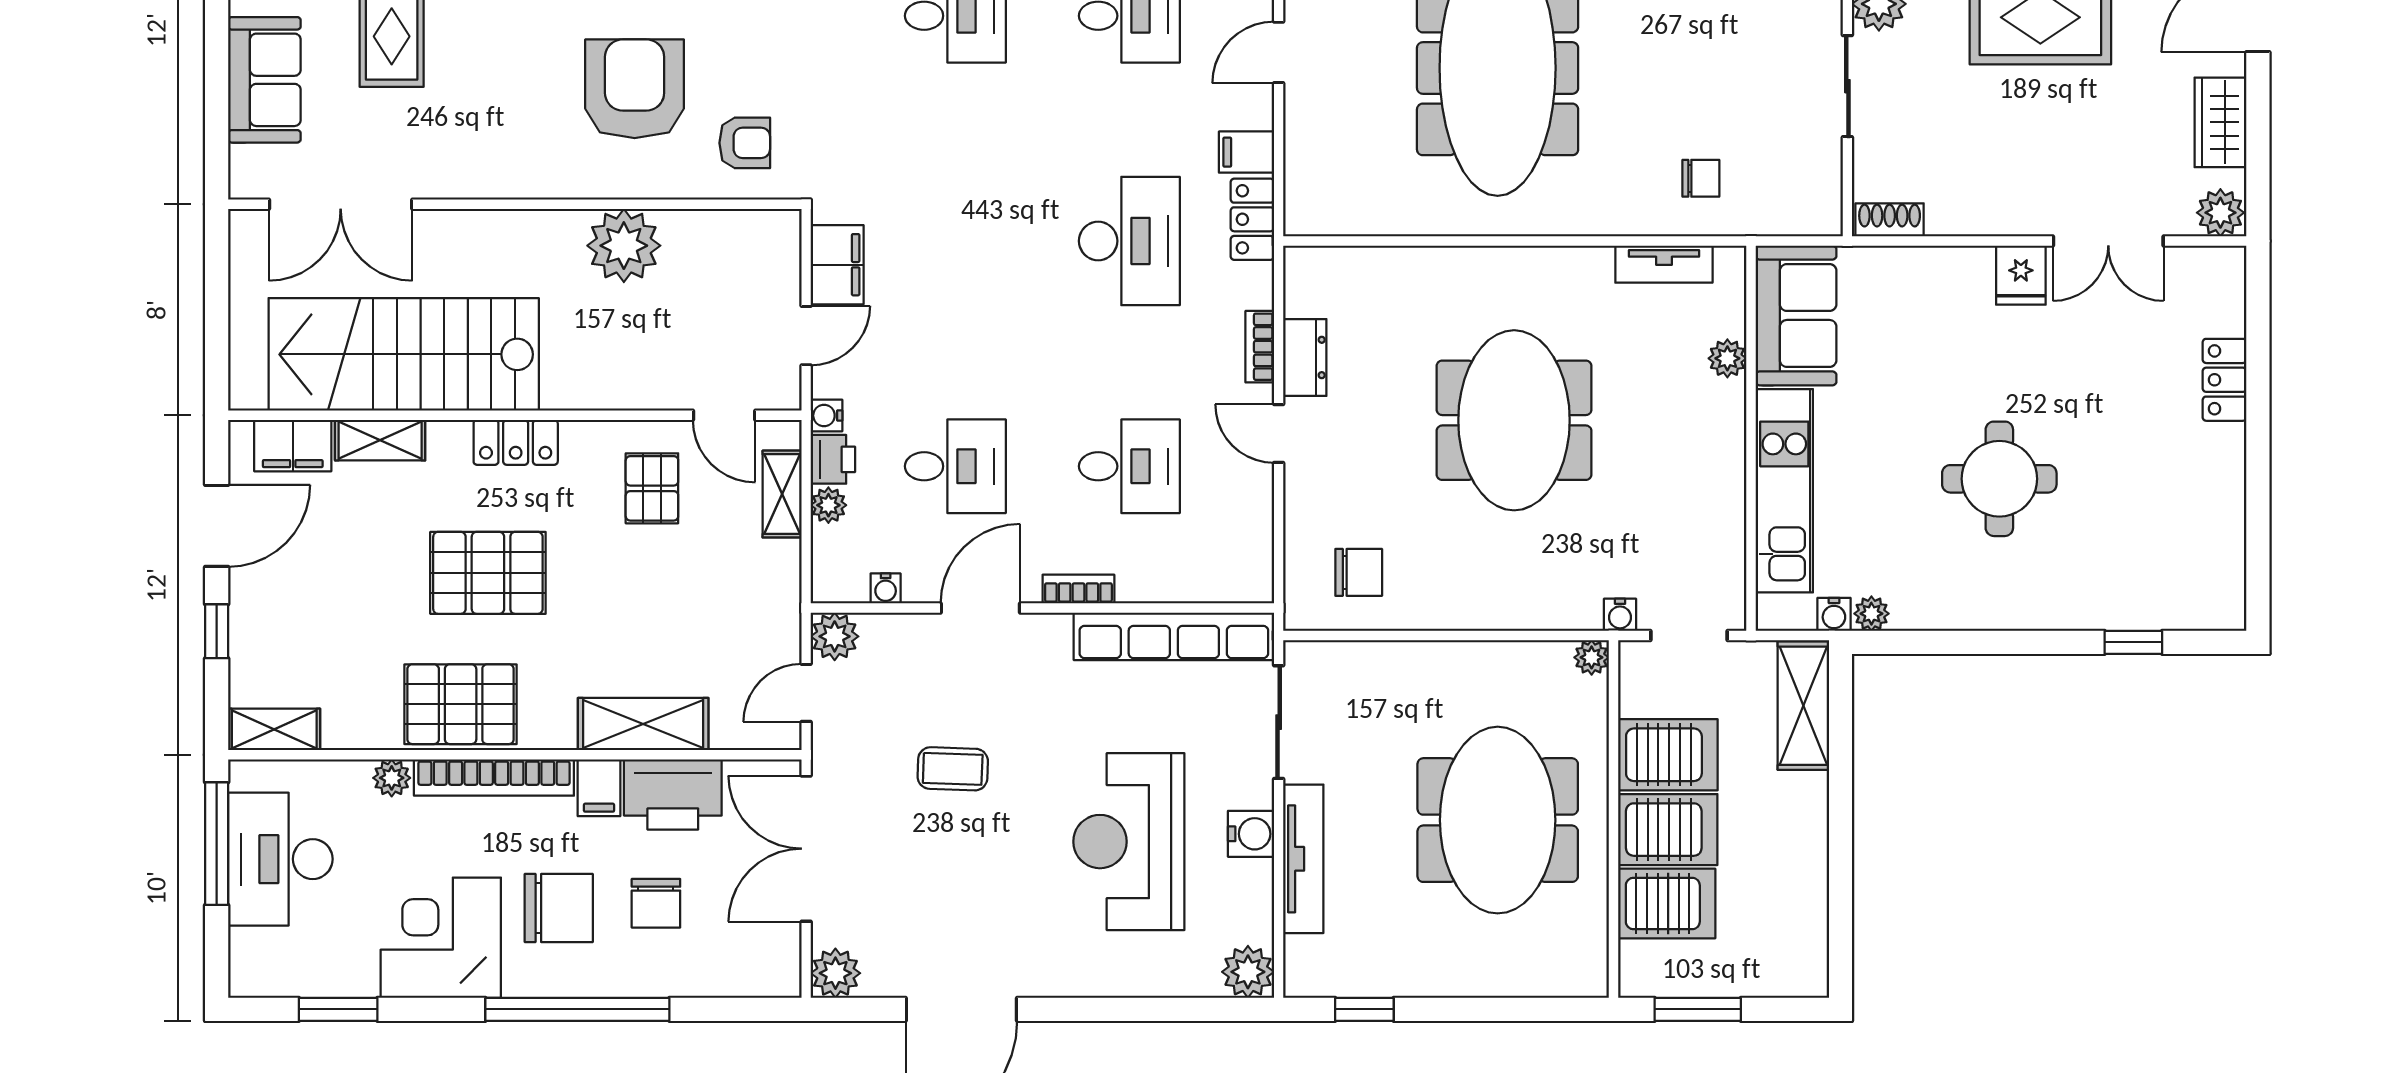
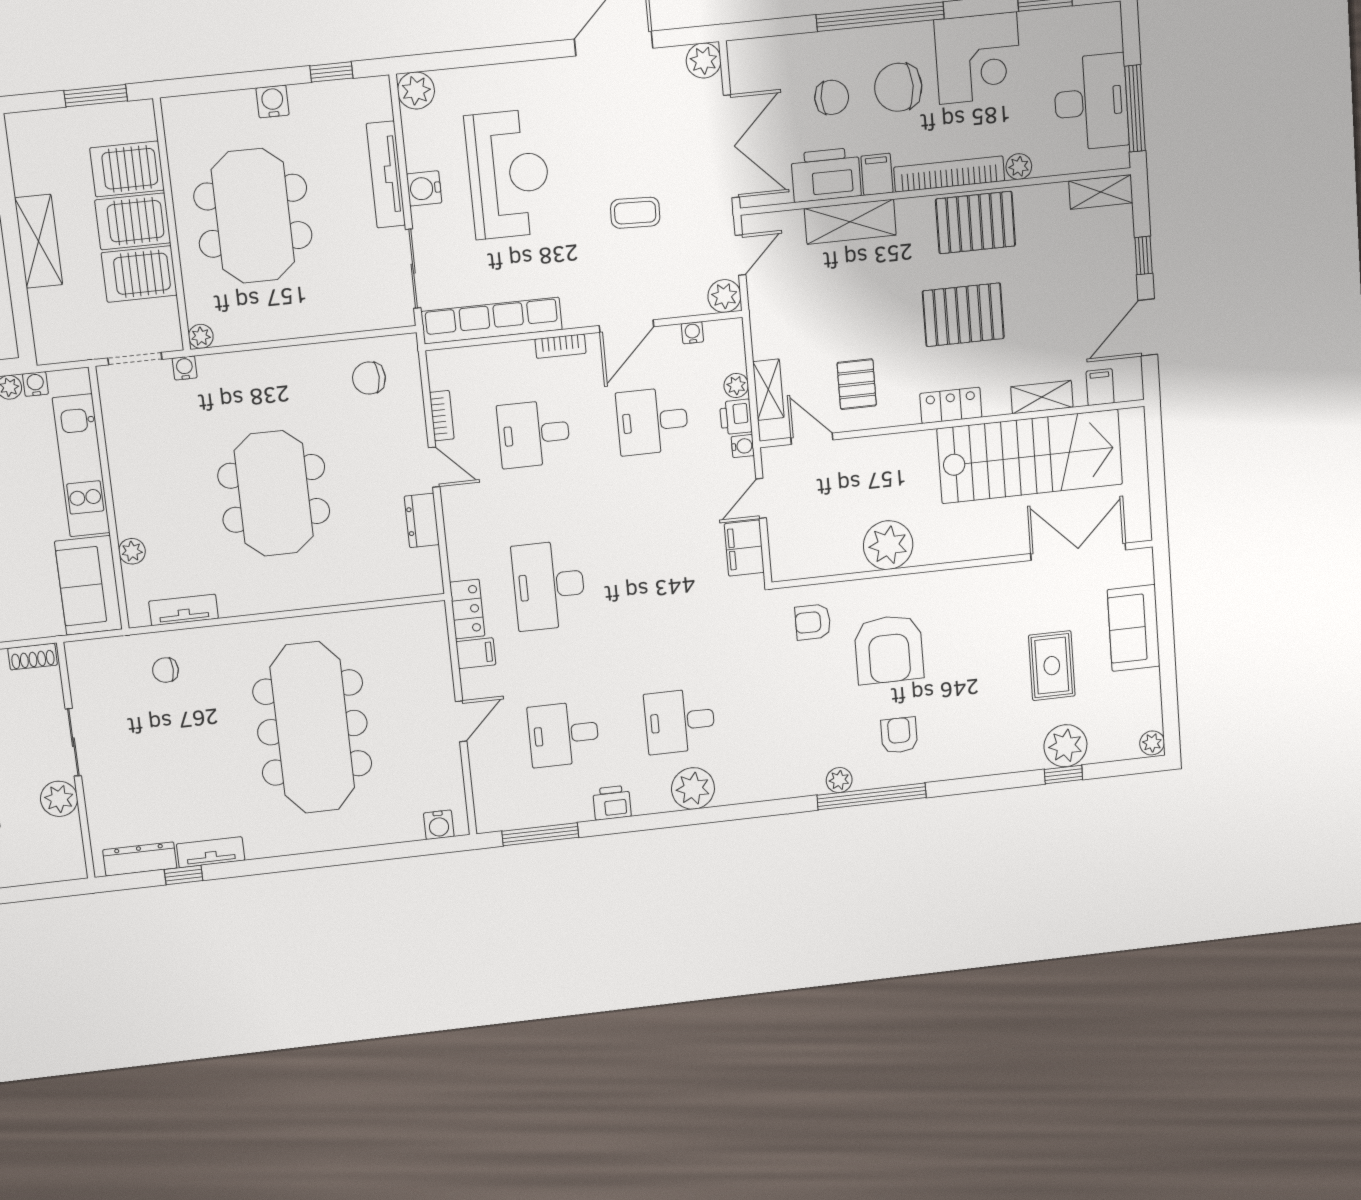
bookcase: (1260, 347) -> (442, 416), moved
filing cabinet: (293, 446) -> (1100, 387), width x0.50
shelving: (1803, 706) -> (39, 241), moved
chair: (656, 903) -> (832, 97), turned 90
water cooler: (1452, 977) -> (273, 101), added

